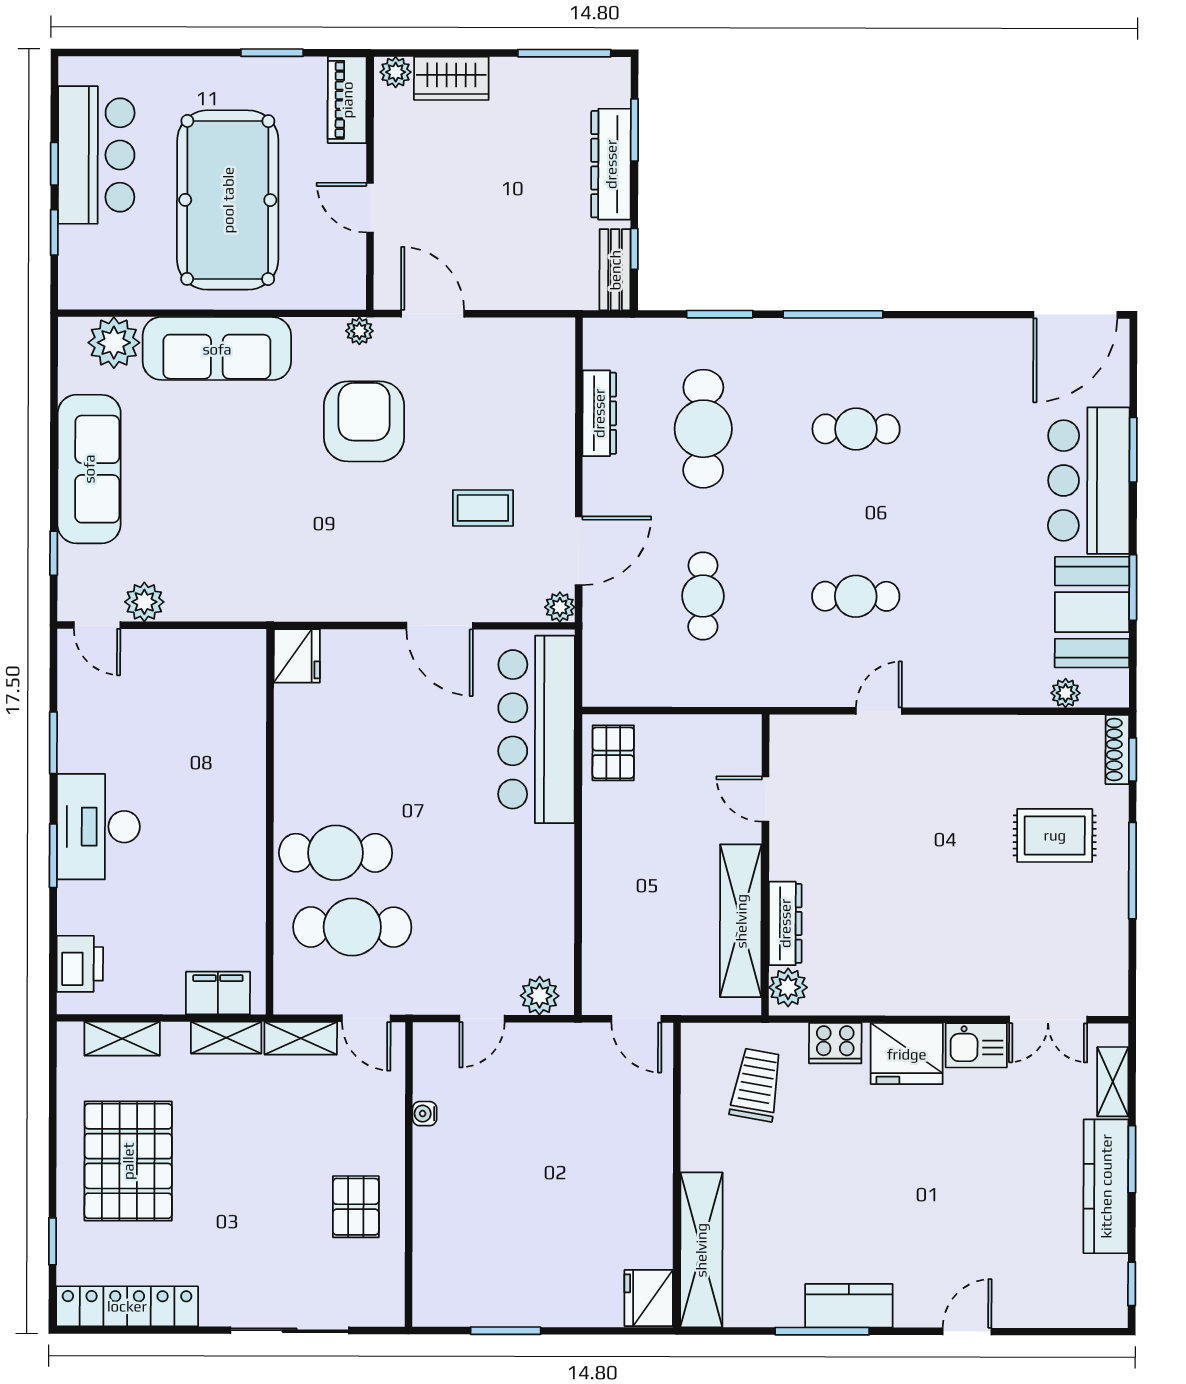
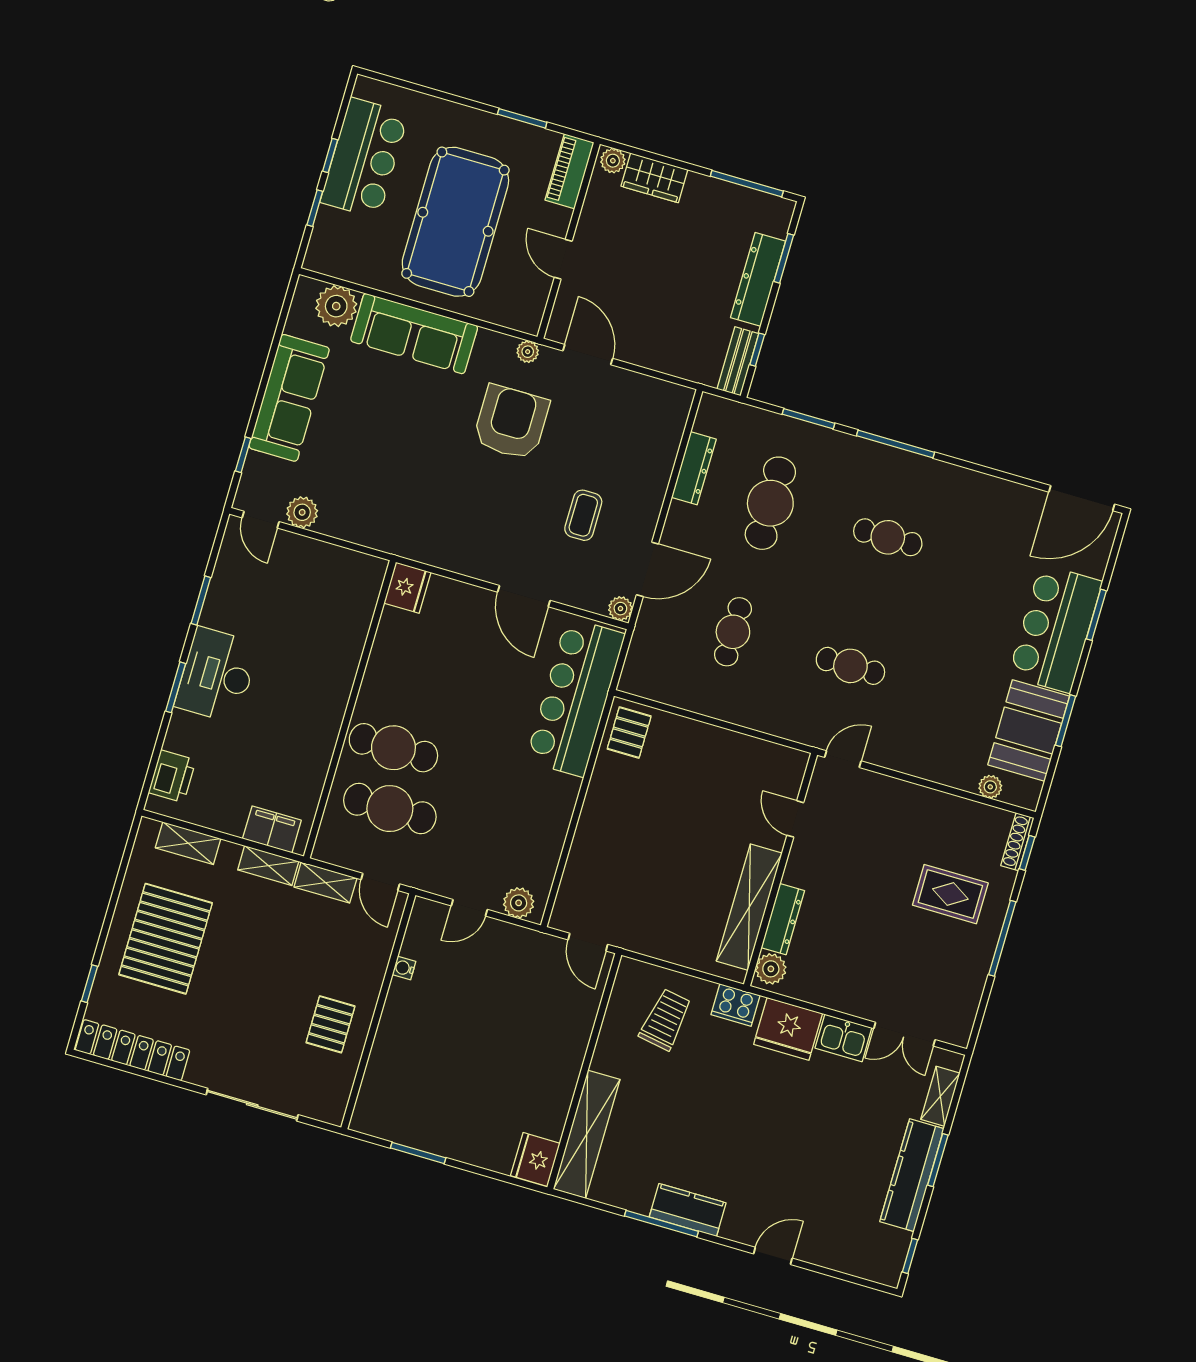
coffee table: (483, 508) -> (583, 515), turned 90
door: (765, 799) -> (795, 819), moved
wall: (765, 865) -> (781, 870), moved
shelving: (741, 921) -> (749, 907), moved
dresser: (785, 923) -> (783, 919), moved
plant: (788, 987) -> (771, 969), moved

